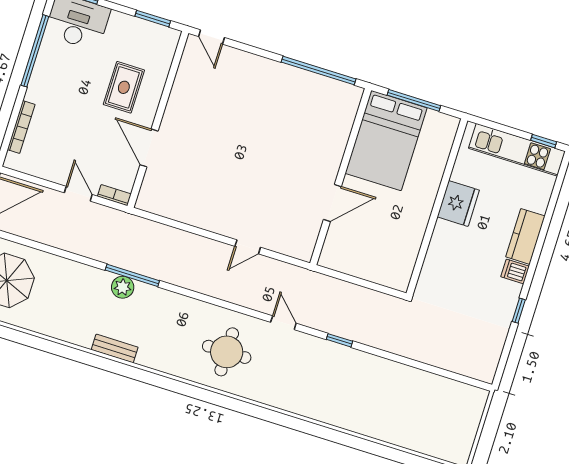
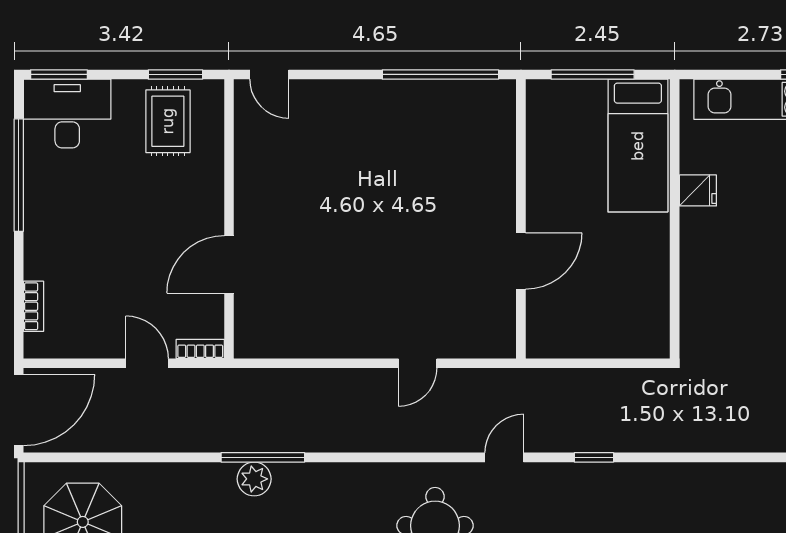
rug: (124, 87) -> (168, 121), moved
bookcase: (21, 127) -> (34, 306), width x0.64
bed: (386, 141) -> (638, 146), moved, width x0.67
door: (149, 148) -> (229, 264), hinge flipped
fridge: (458, 203) -> (698, 190), width x0.53, depth x0.75
door: (283, 323) -> (504, 457), hinge flipped

